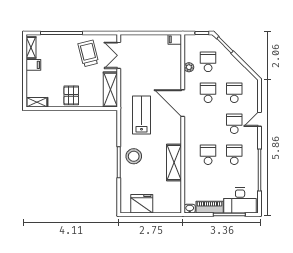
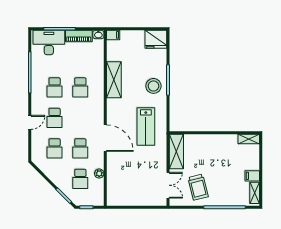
filing cabinet: (175, 39) -> (113, 35), moved
pallet: (71, 95) -> (215, 146), removed
fridge: (142, 204) -> (156, 39), moved

